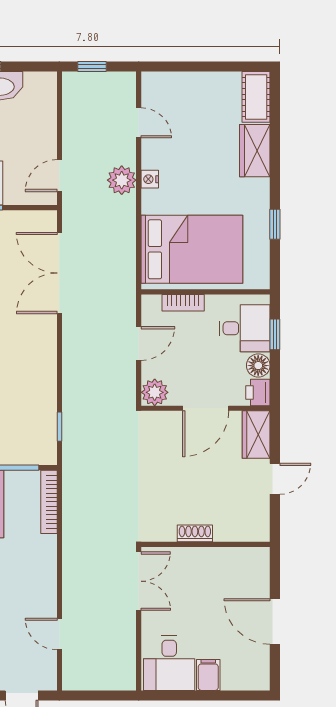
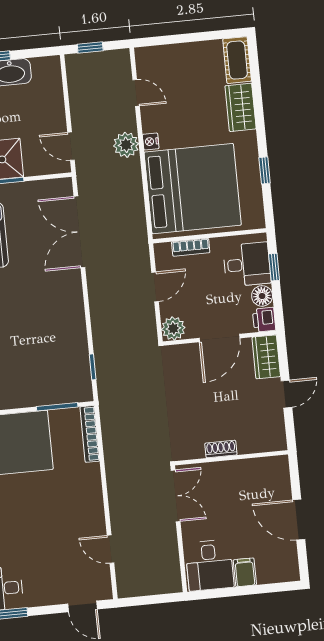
door: (59, 176) -> (71, 146), hinge flipped
bed: (192, 249) -> (193, 189), width x1.36

